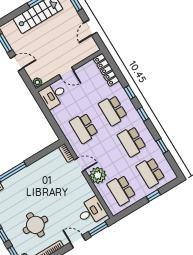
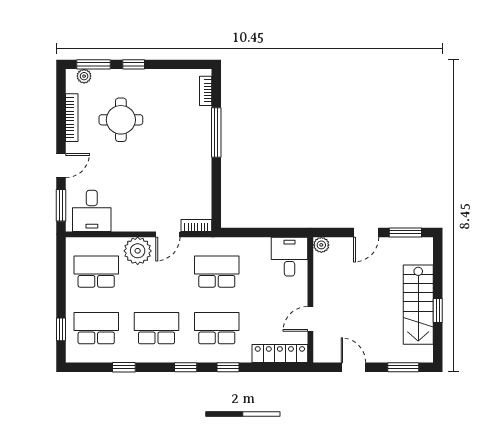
door: (66, 73) -> (310, 319), moved
window: (153, 196) -> (61, 329), moved

